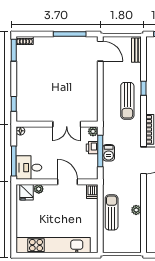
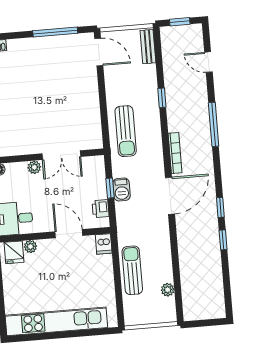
sun lounger: (127, 101) -> (126, 131), moved
plant: (93, 131) -> (34, 167), moved
printer: (92, 148) -> (101, 209), moved
window: (100, 151) -> (110, 188), width x0.46
plant: (136, 210) -> (168, 290), moved

